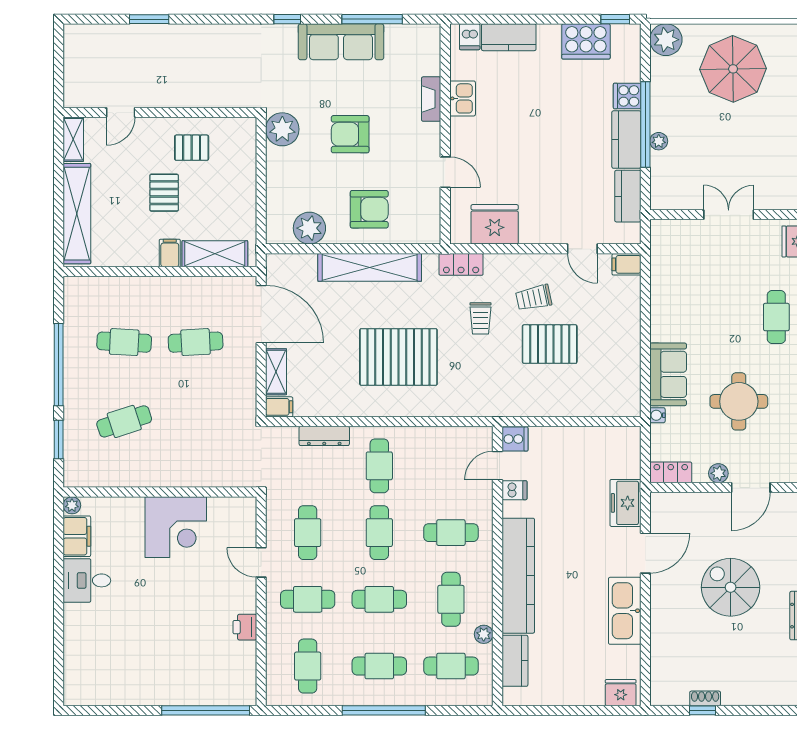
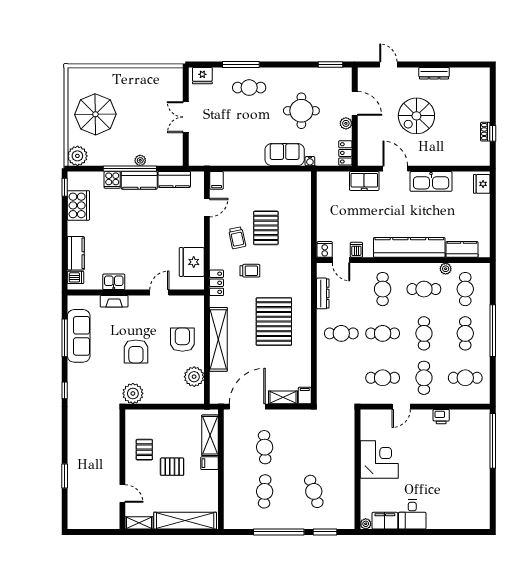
sofa: (341, 42) -> (79, 336), moved
dresser: (324, 436) -> (323, 293), moved

